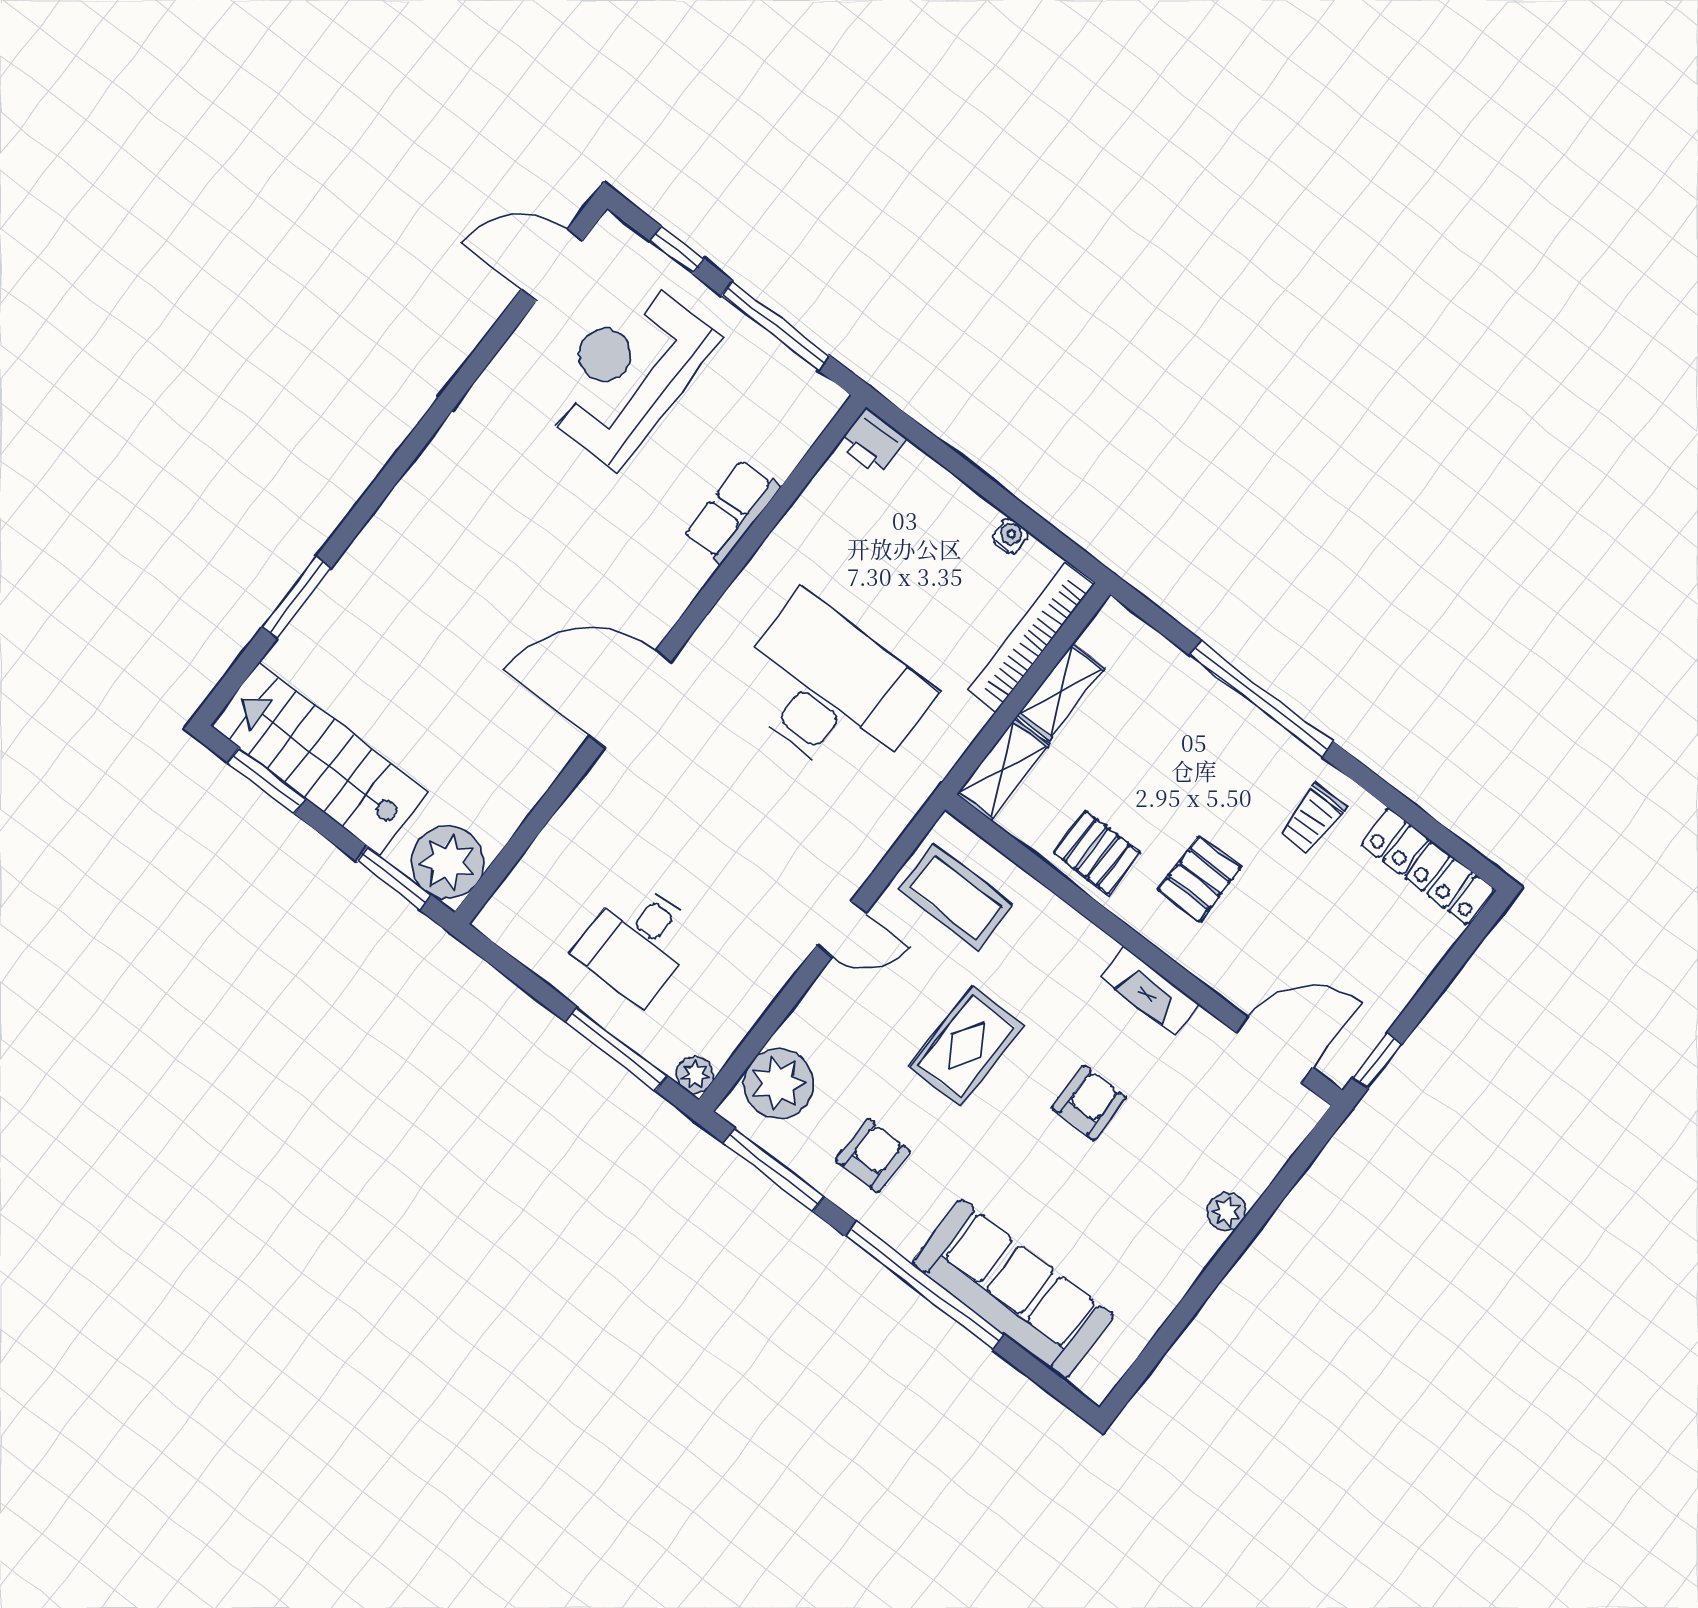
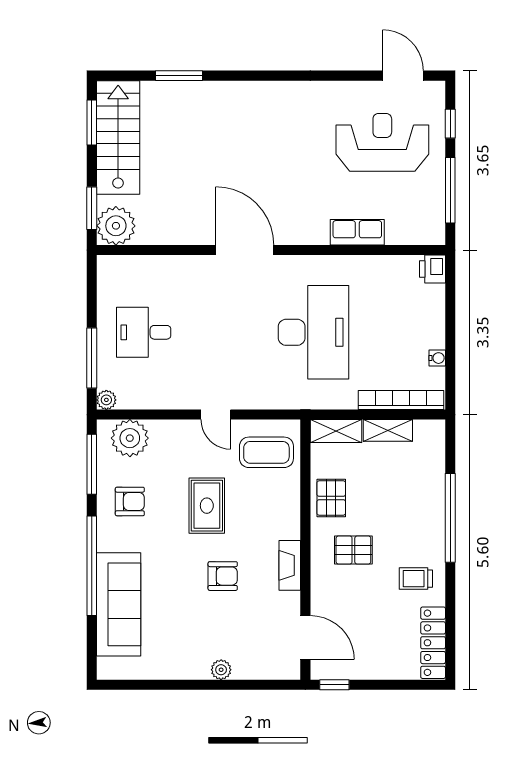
coffee table: (955, 897) -> (266, 452), turned 90
rug: (966, 1046) -> (207, 506), turned 90

